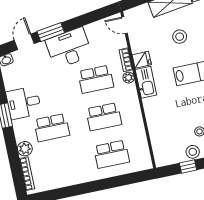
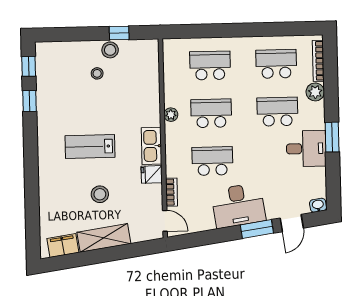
bookcase: (126, 60) -> (171, 192), moved
plant: (129, 78) -> (171, 115), moved
school desk: (60, 165) -> (276, 64), added

